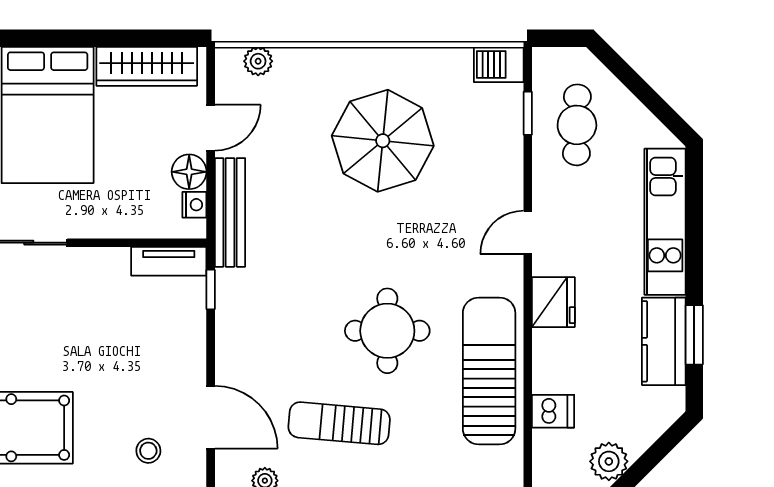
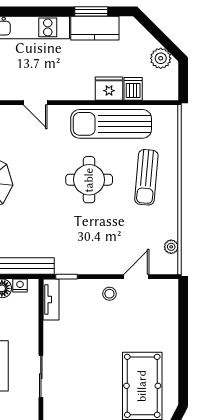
fridge: (553, 302) -> (109, 89), moved
door: (211, 417) -> (136, 277), width x0.73
sun lounger: (339, 423) -> (146, 177), moved
stool: (148, 451) -> (109, 294), moved

